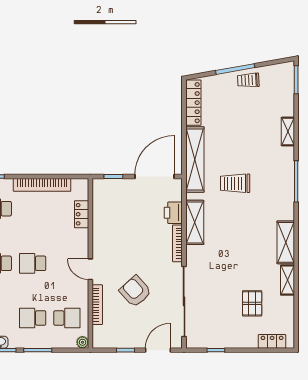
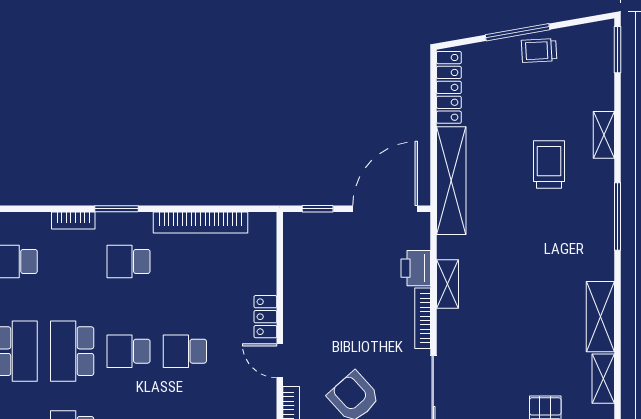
trolley: (235, 183) -> (549, 164), moved, turned 90
locker: (82, 214) -> (265, 317), moved
shelving: (195, 222) -> (447, 284), width x0.67, depth x0.75

